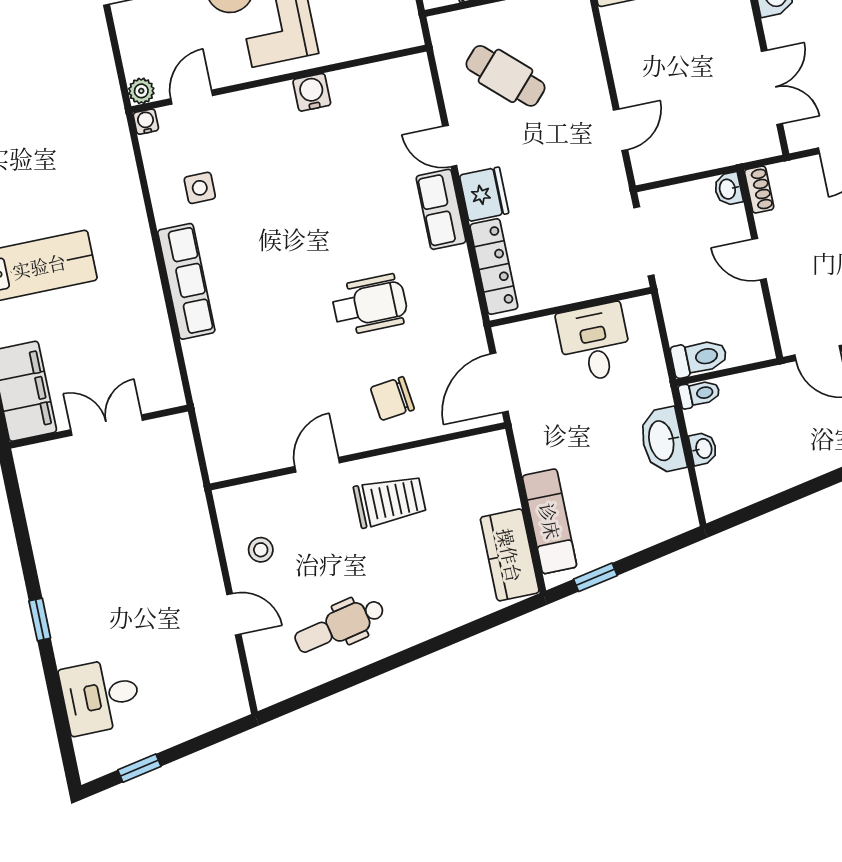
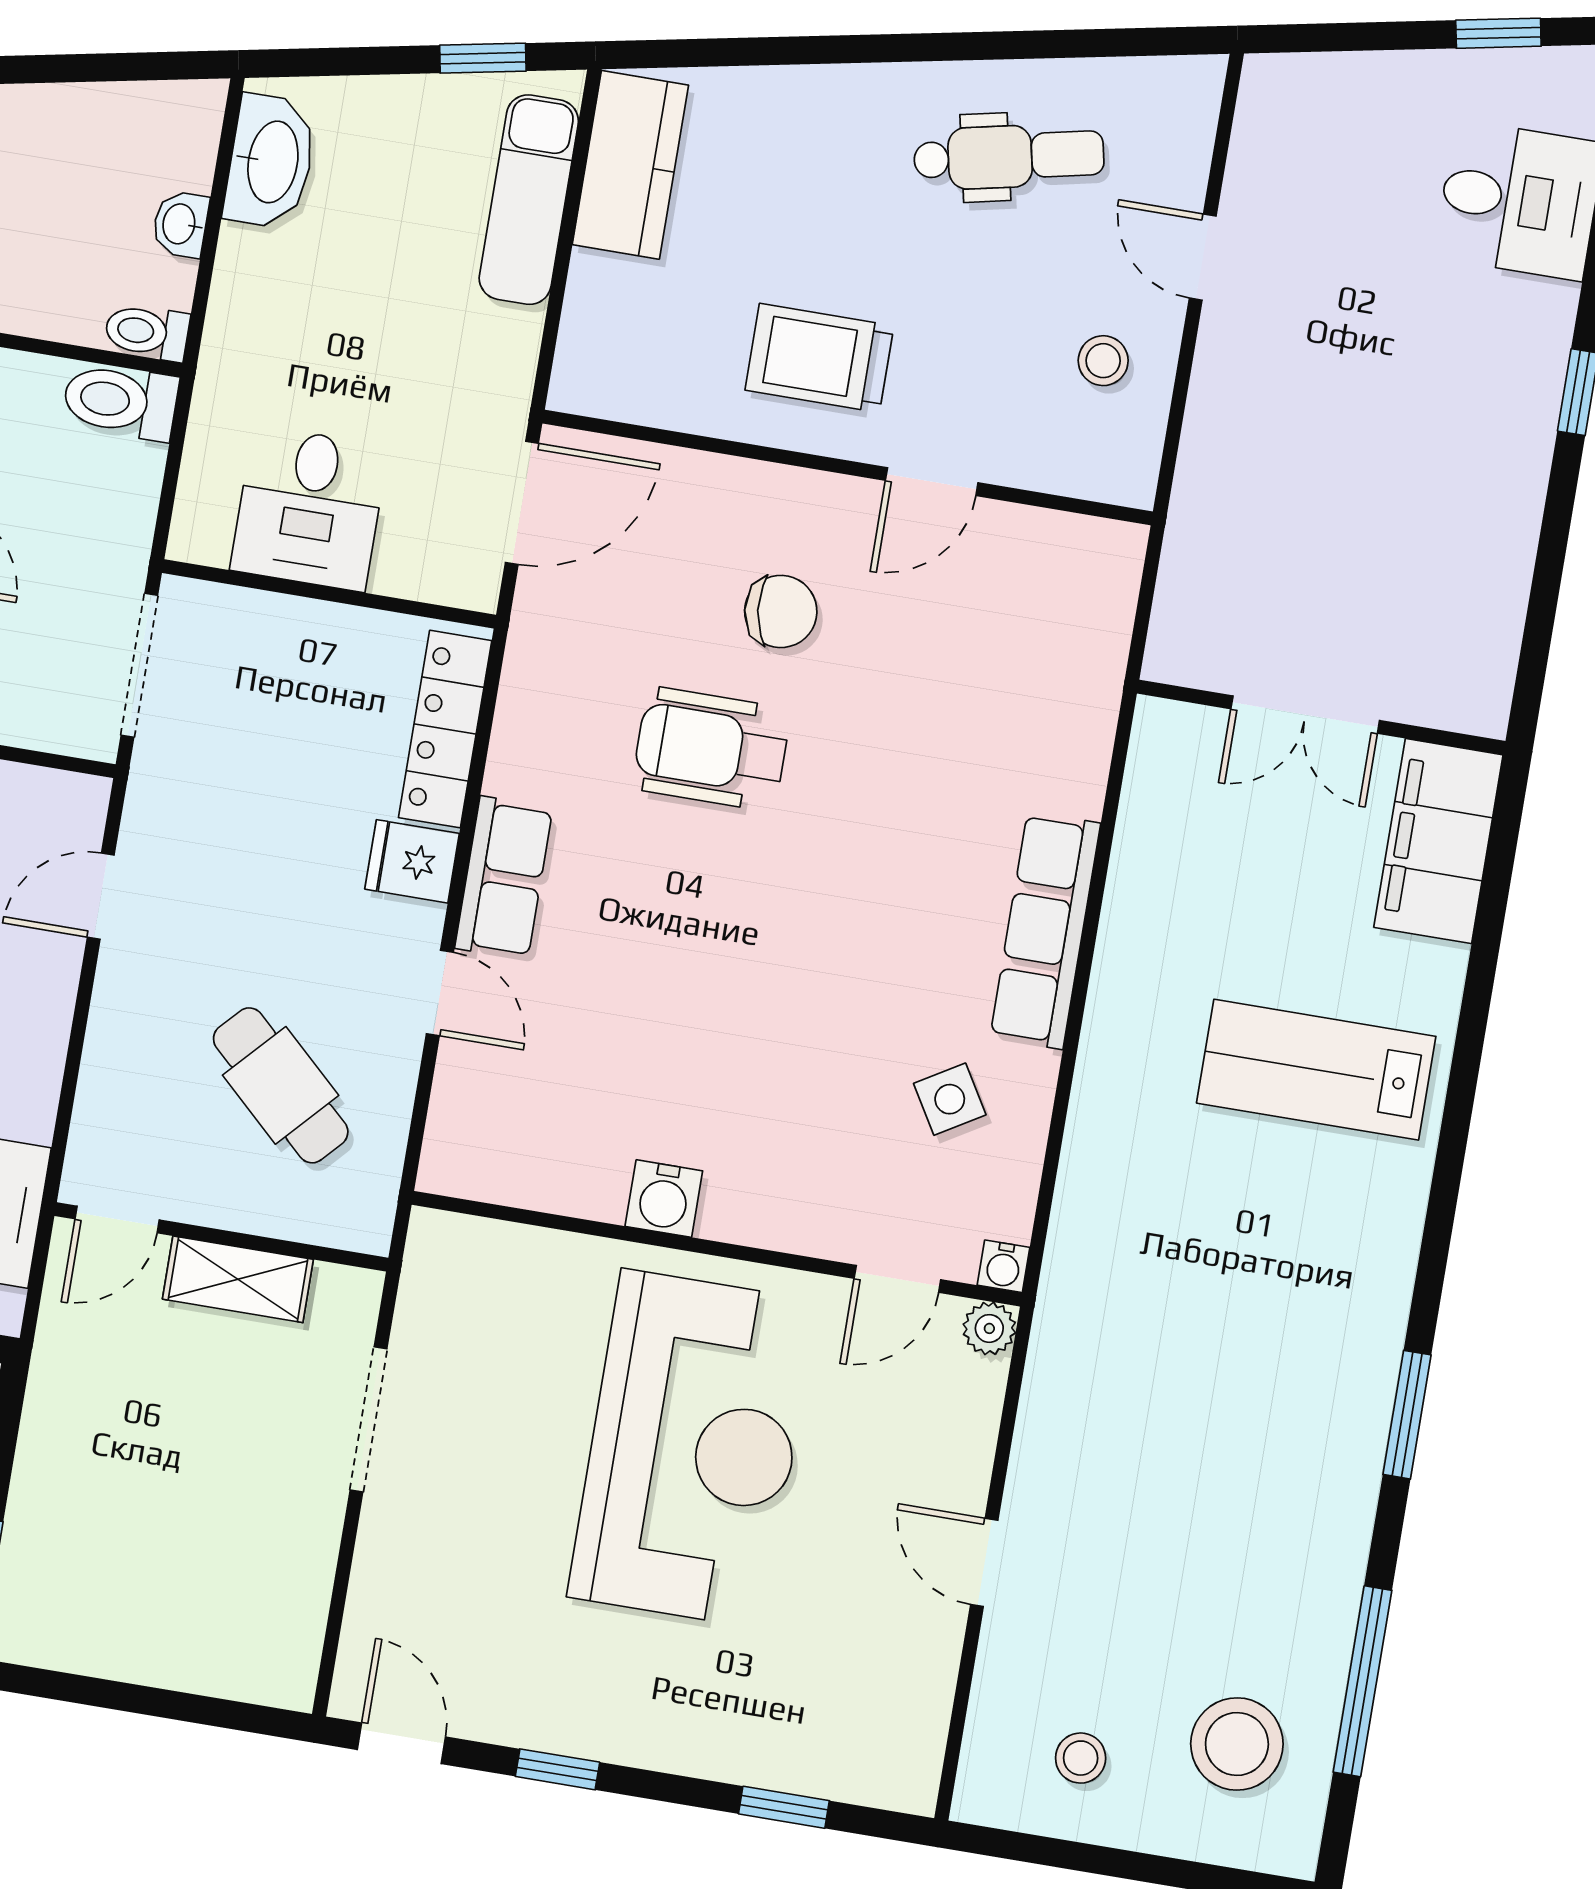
side table: (200, 188) -> (950, 1099), turned -31
fridge: (484, 194) -> (412, 861), width x0.72
chair: (392, 399) -> (781, 611), moved
washbasin: (662, 440) -> (271, 162), moved

